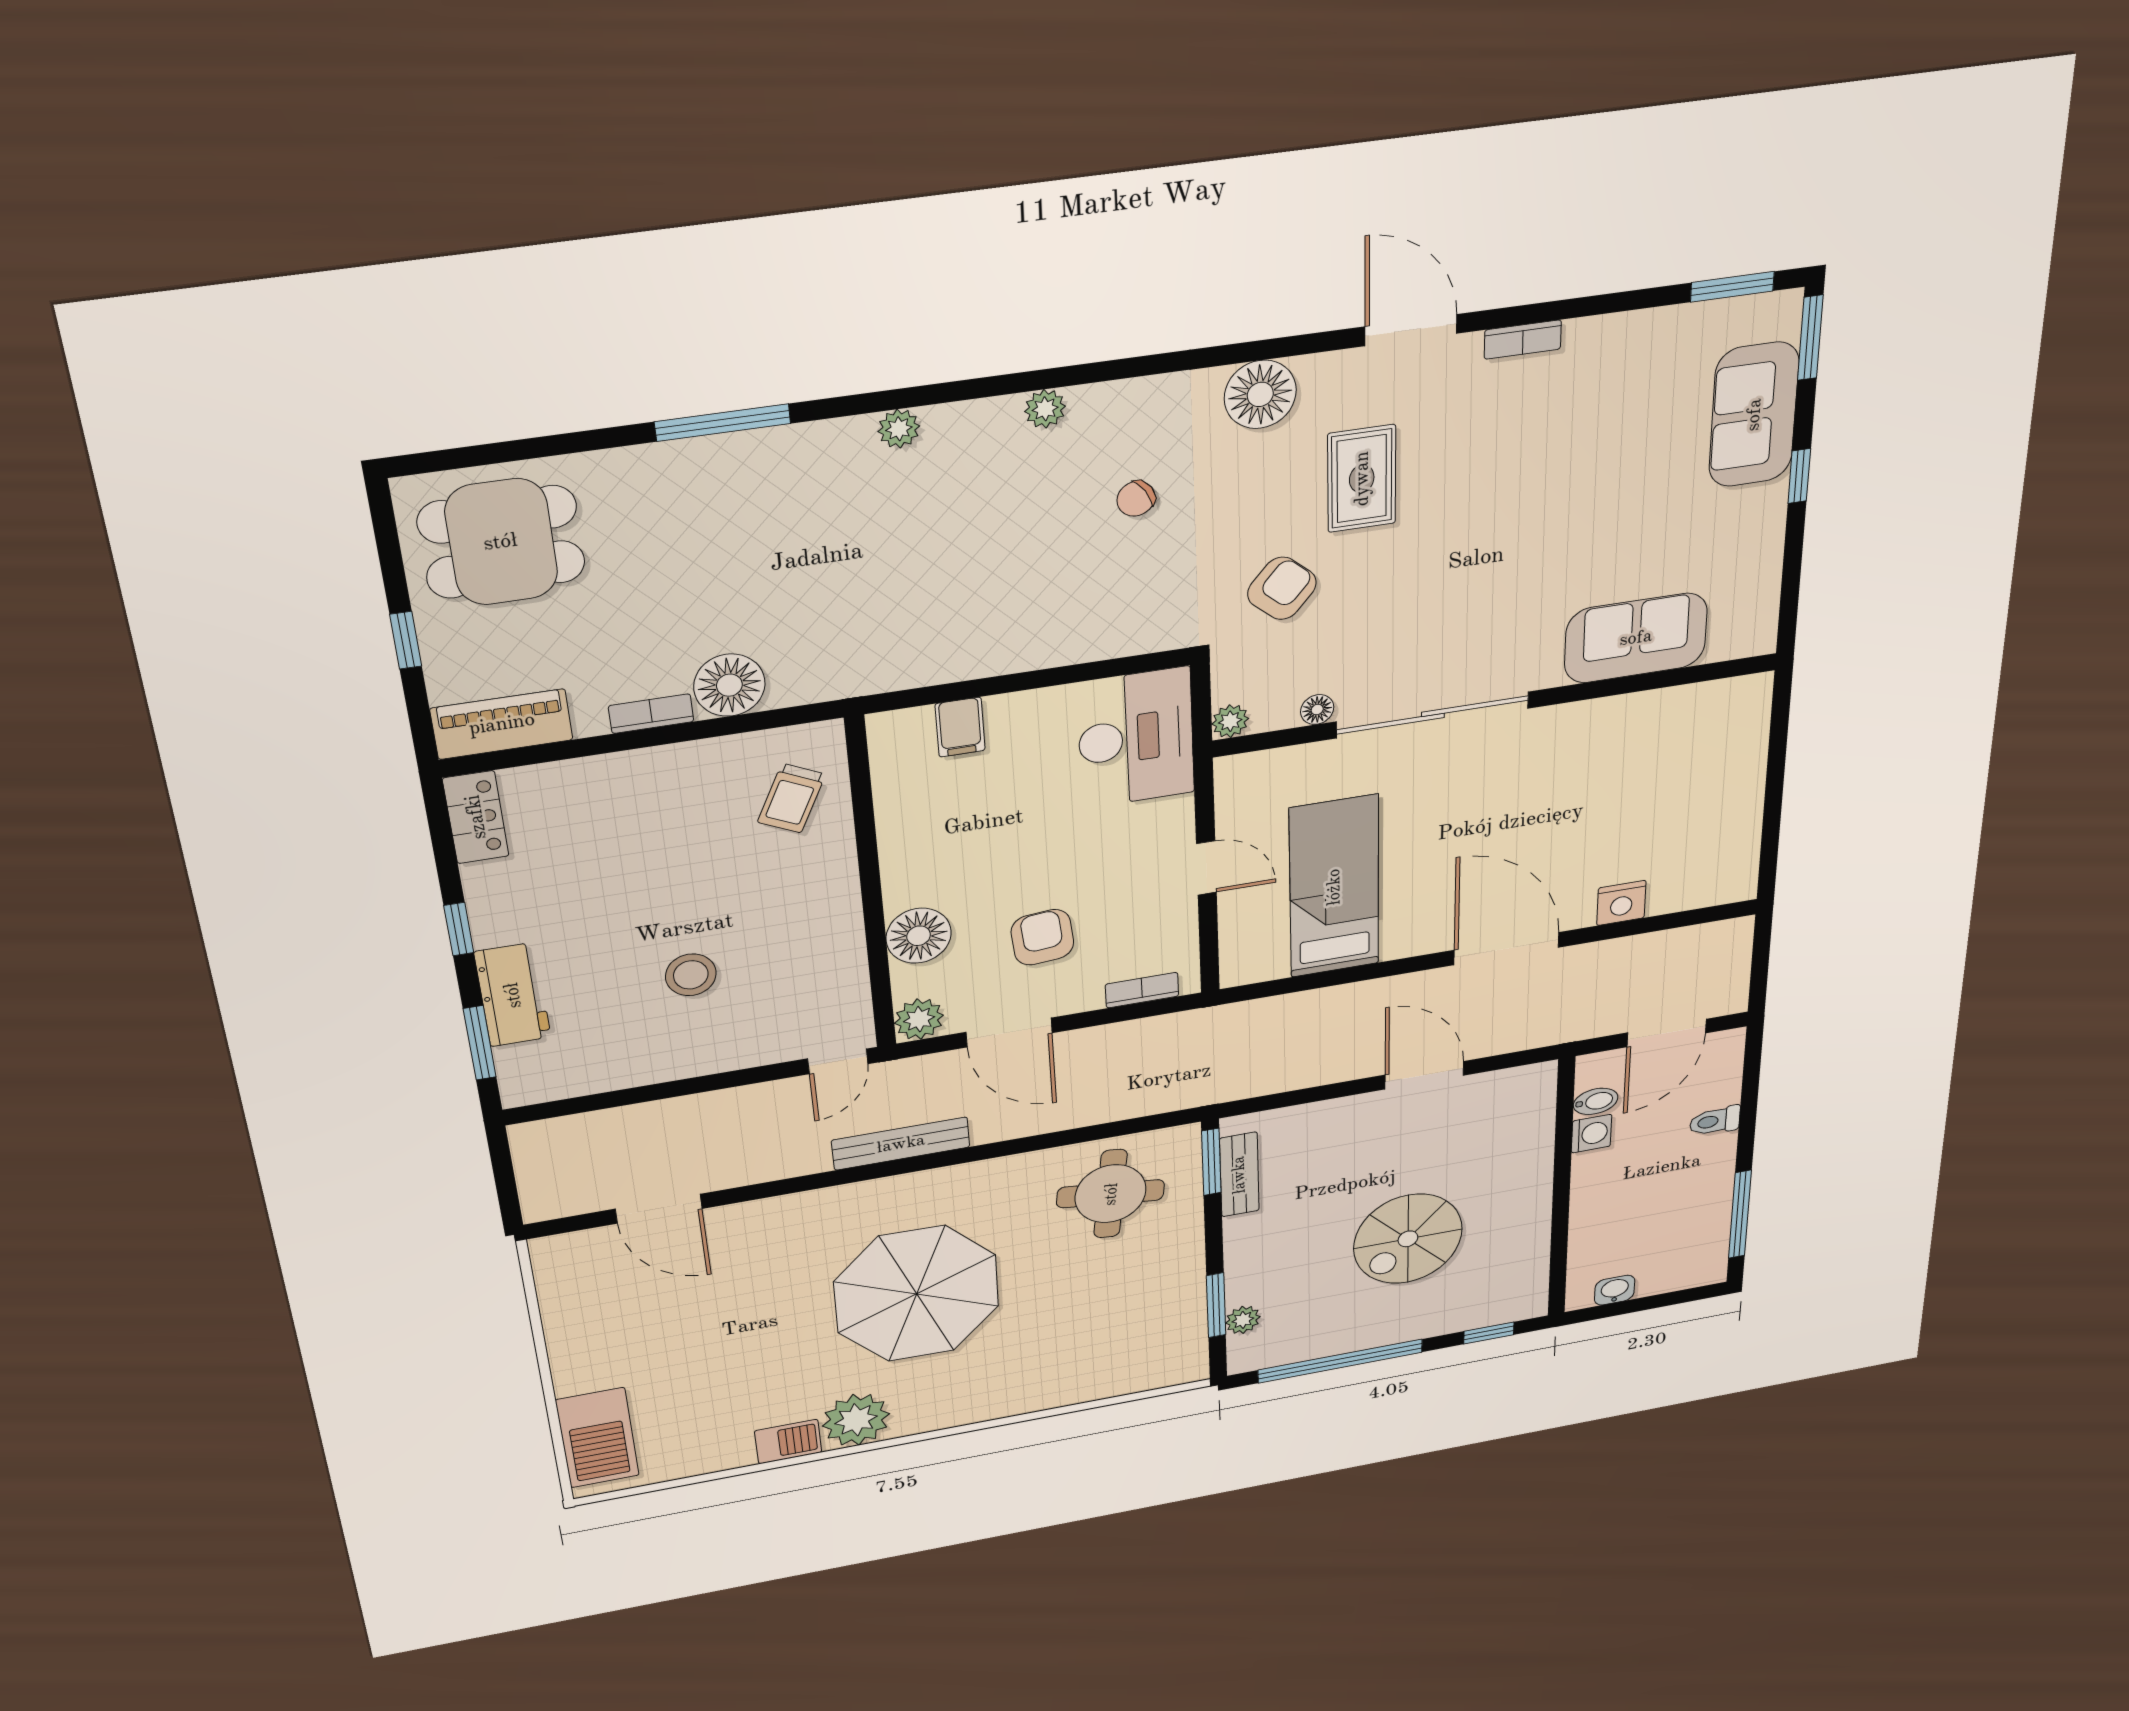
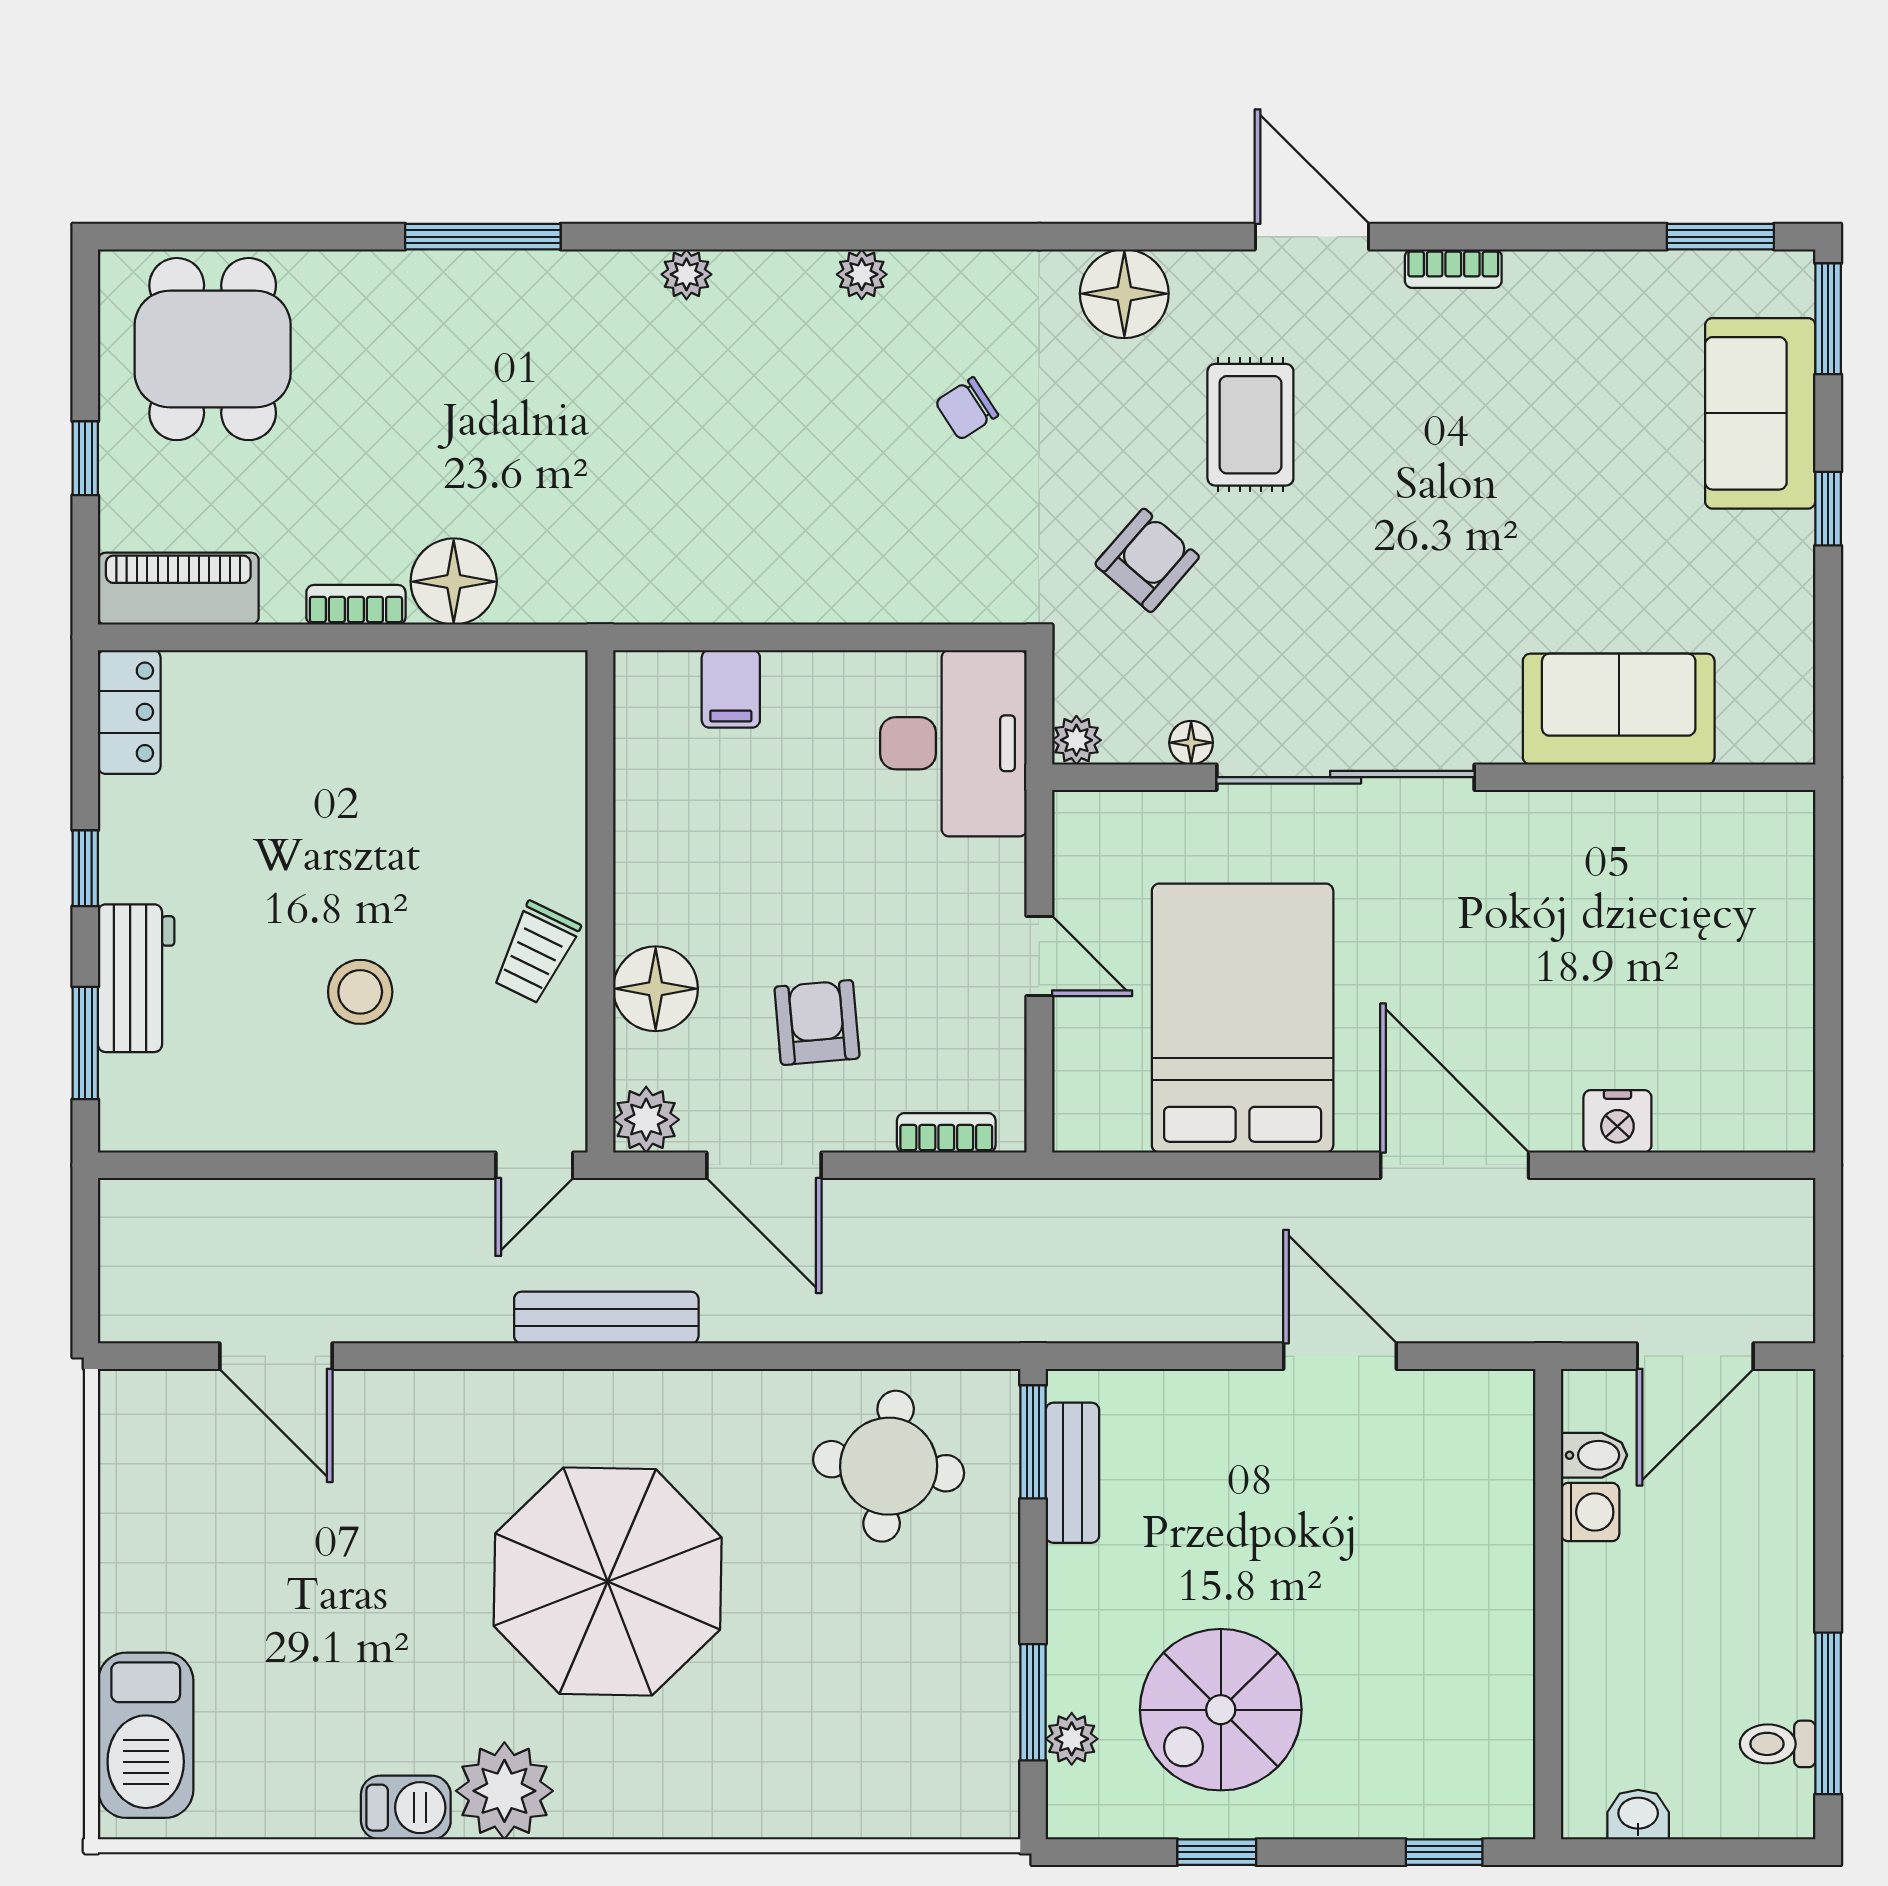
dining table: (501, 542) -> (213, 349), turned 90
trolley: (791, 798) -> (536, 953), moved
bed: (1334, 887) -> (1243, 1018), width x1.50
toilet: (1715, 1121) -> (1778, 1744), moved
spiral stairs: (1408, 1239) -> (1221, 1710), moved
window: (1340, 1361) -> (1217, 1852), width x0.32

